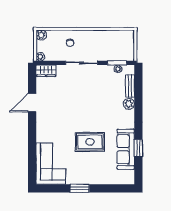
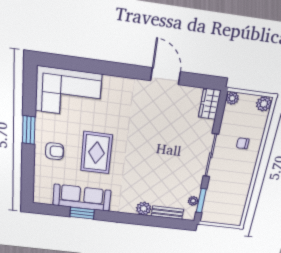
armchair: (93, 170) -> (55, 151), added

